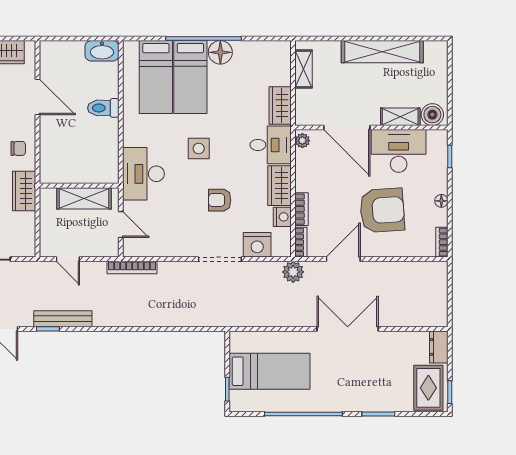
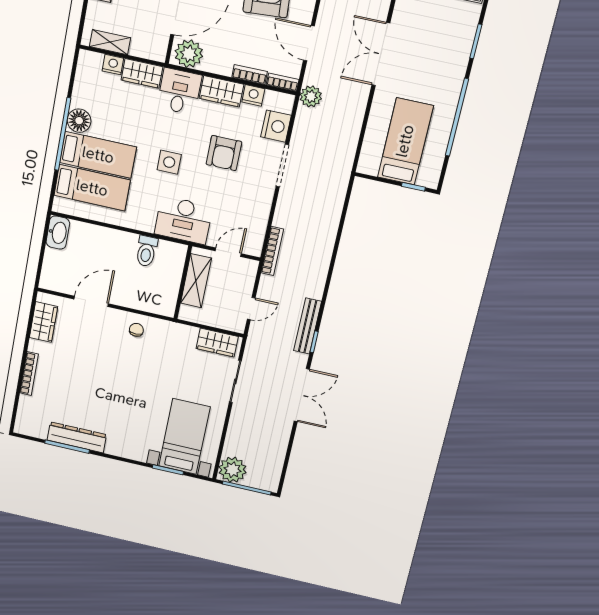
nightstand: (283, 76) -> (113, 65), added
toilet: (103, 108) -> (146, 251), moved
plant: (302, 141) -> (189, 54), width x1.88, depth x1.88
wardrobe: (24, 191) -> (217, 342), moved
armchair: (220, 200) -> (224, 153), width x1.38, depth x1.38

